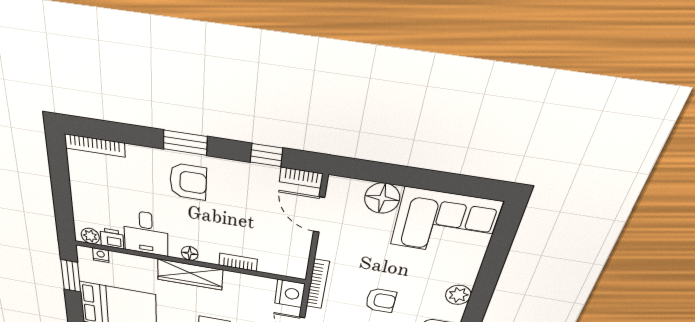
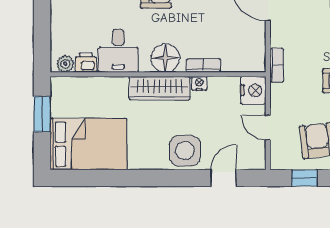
floor lamp: (190, 253) -> (165, 58), width x1.89, depth x1.89
nightstand: (101, 255) -> (199, 83), moved
bookcase: (318, 284) -> (277, 65), width x0.64

